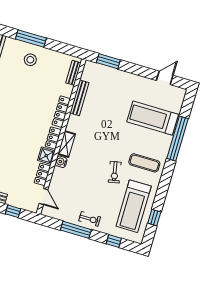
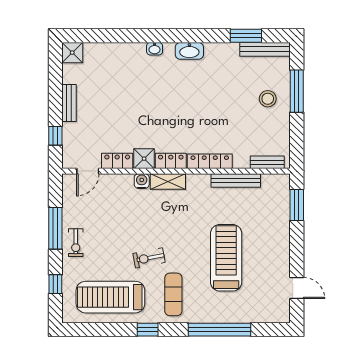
treadmill: (153, 118) -> (226, 258), moved
window: (154, 218) -> (148, 330), moved

